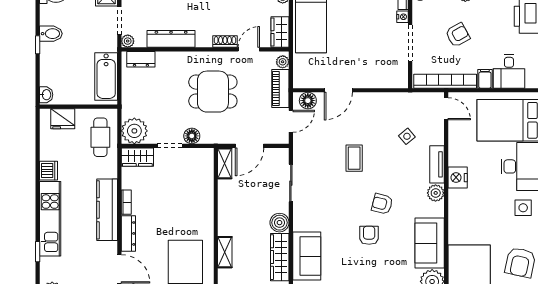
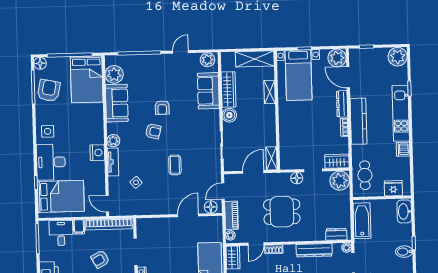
washbasin: (46, 95) -> (404, 211), width x1.91, depth x1.45

